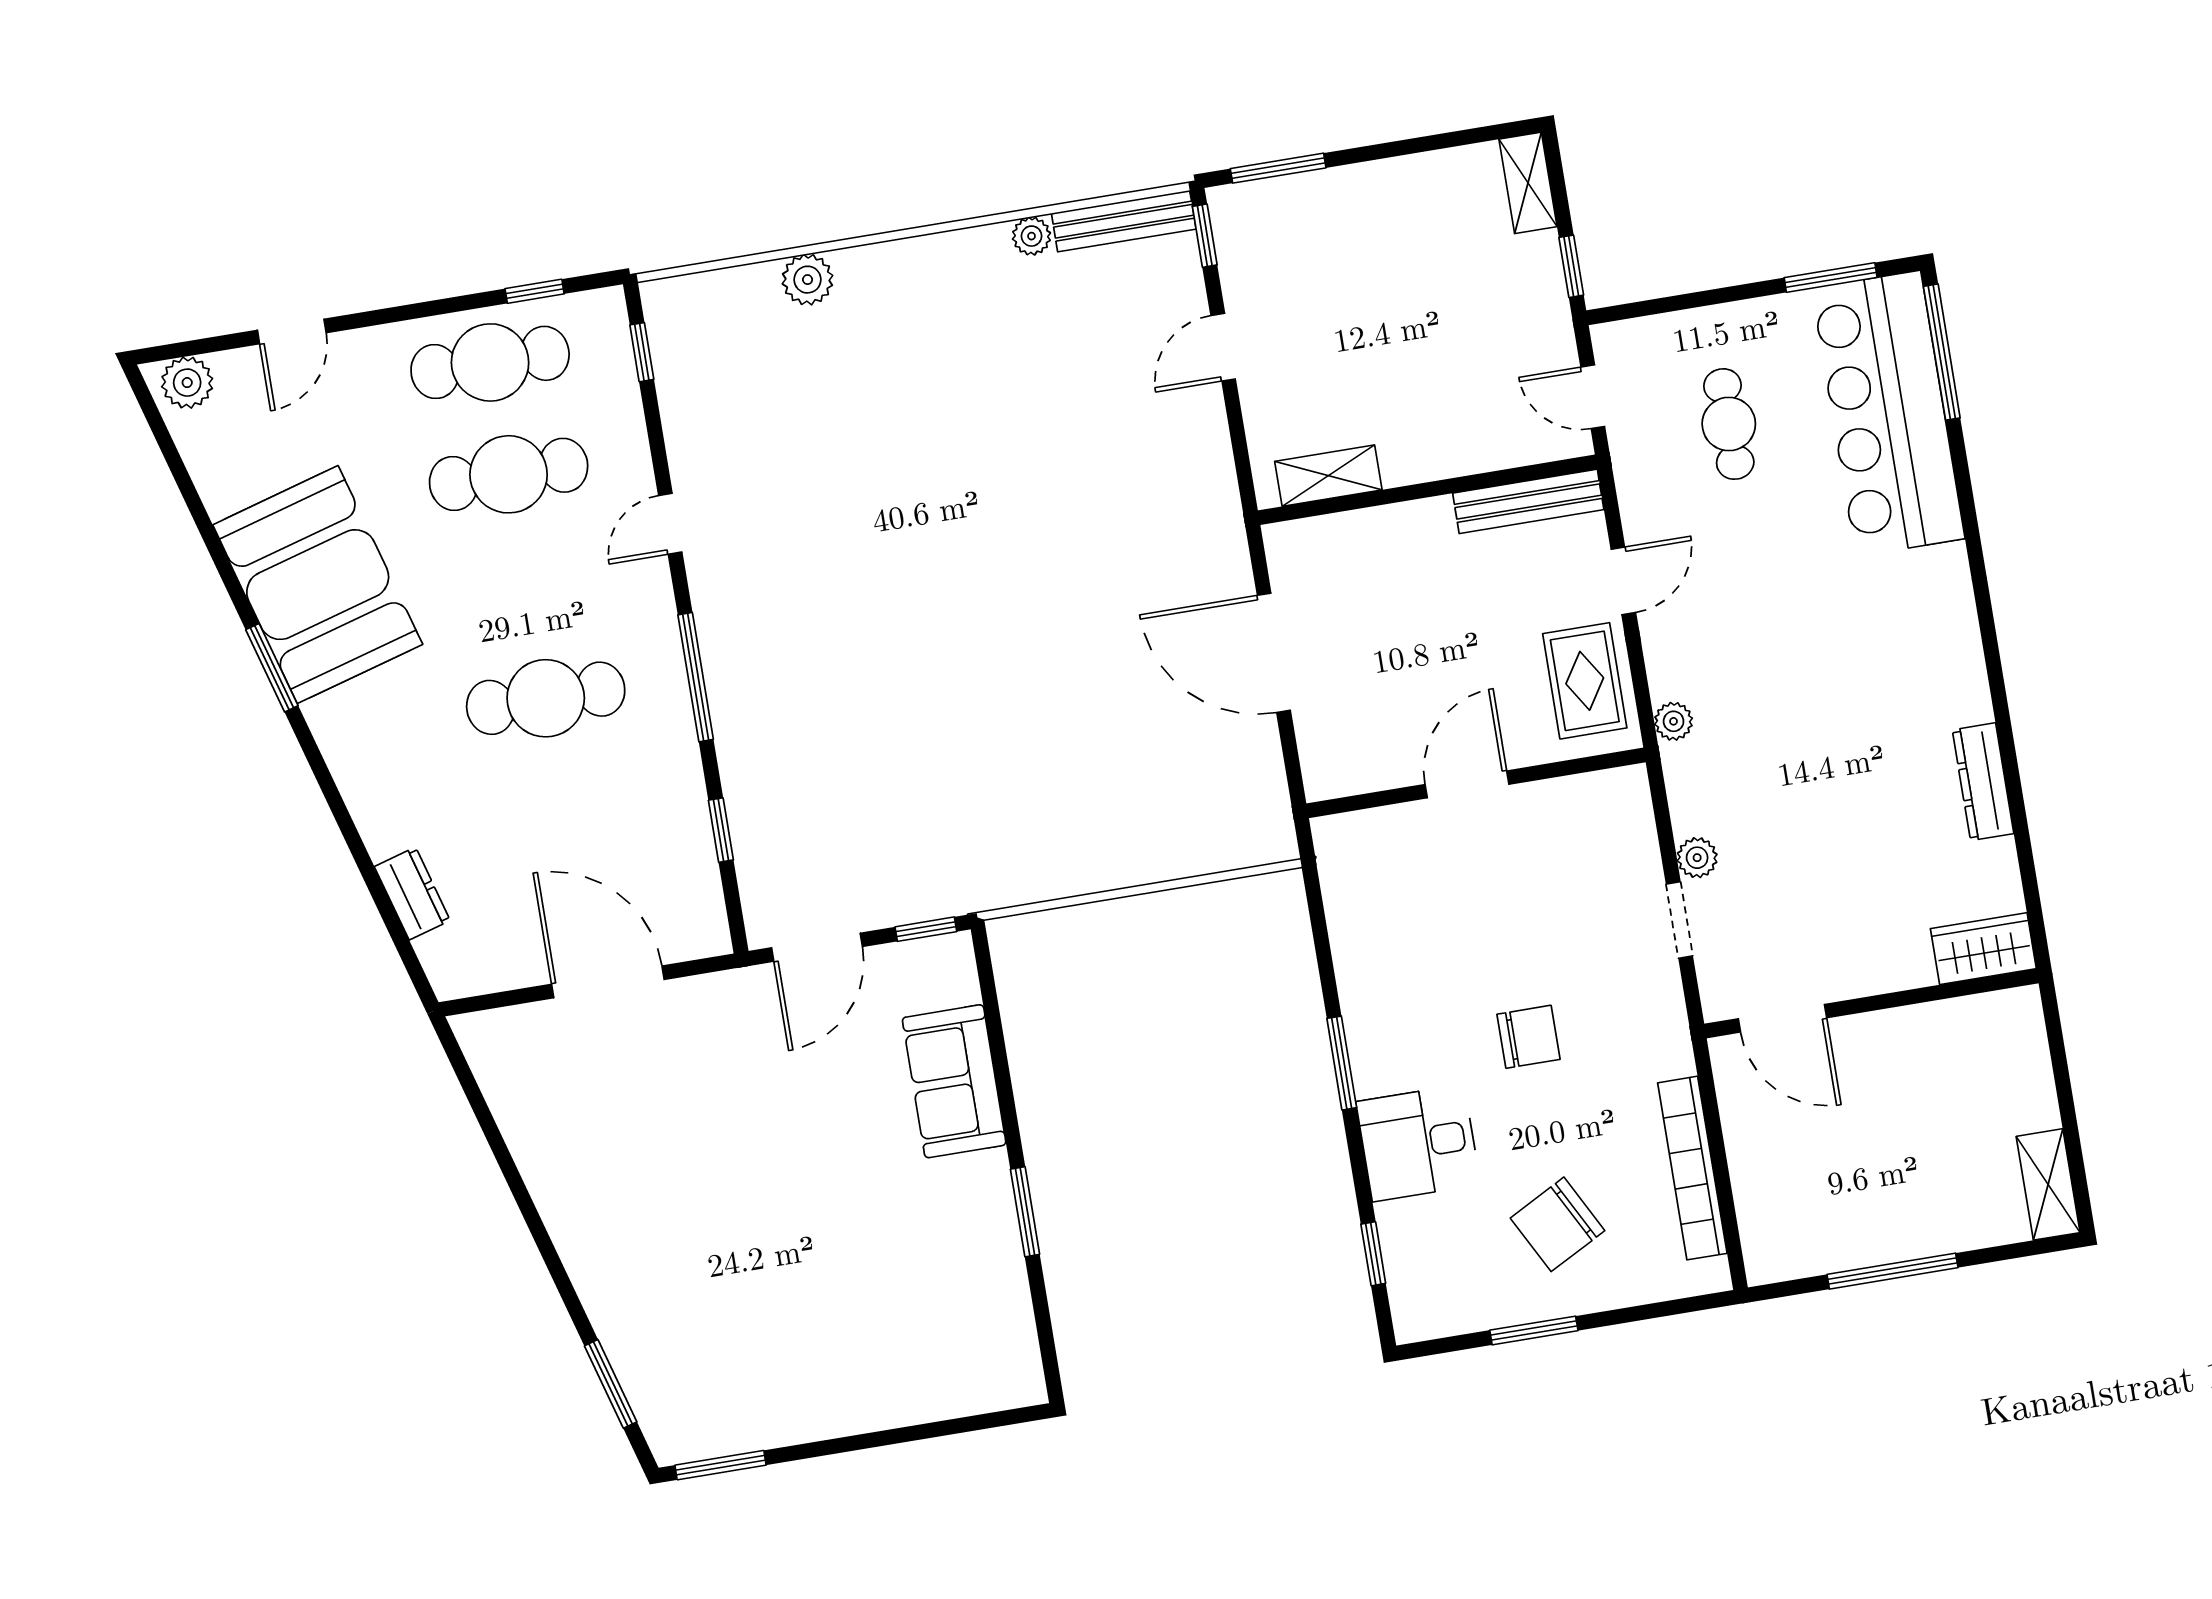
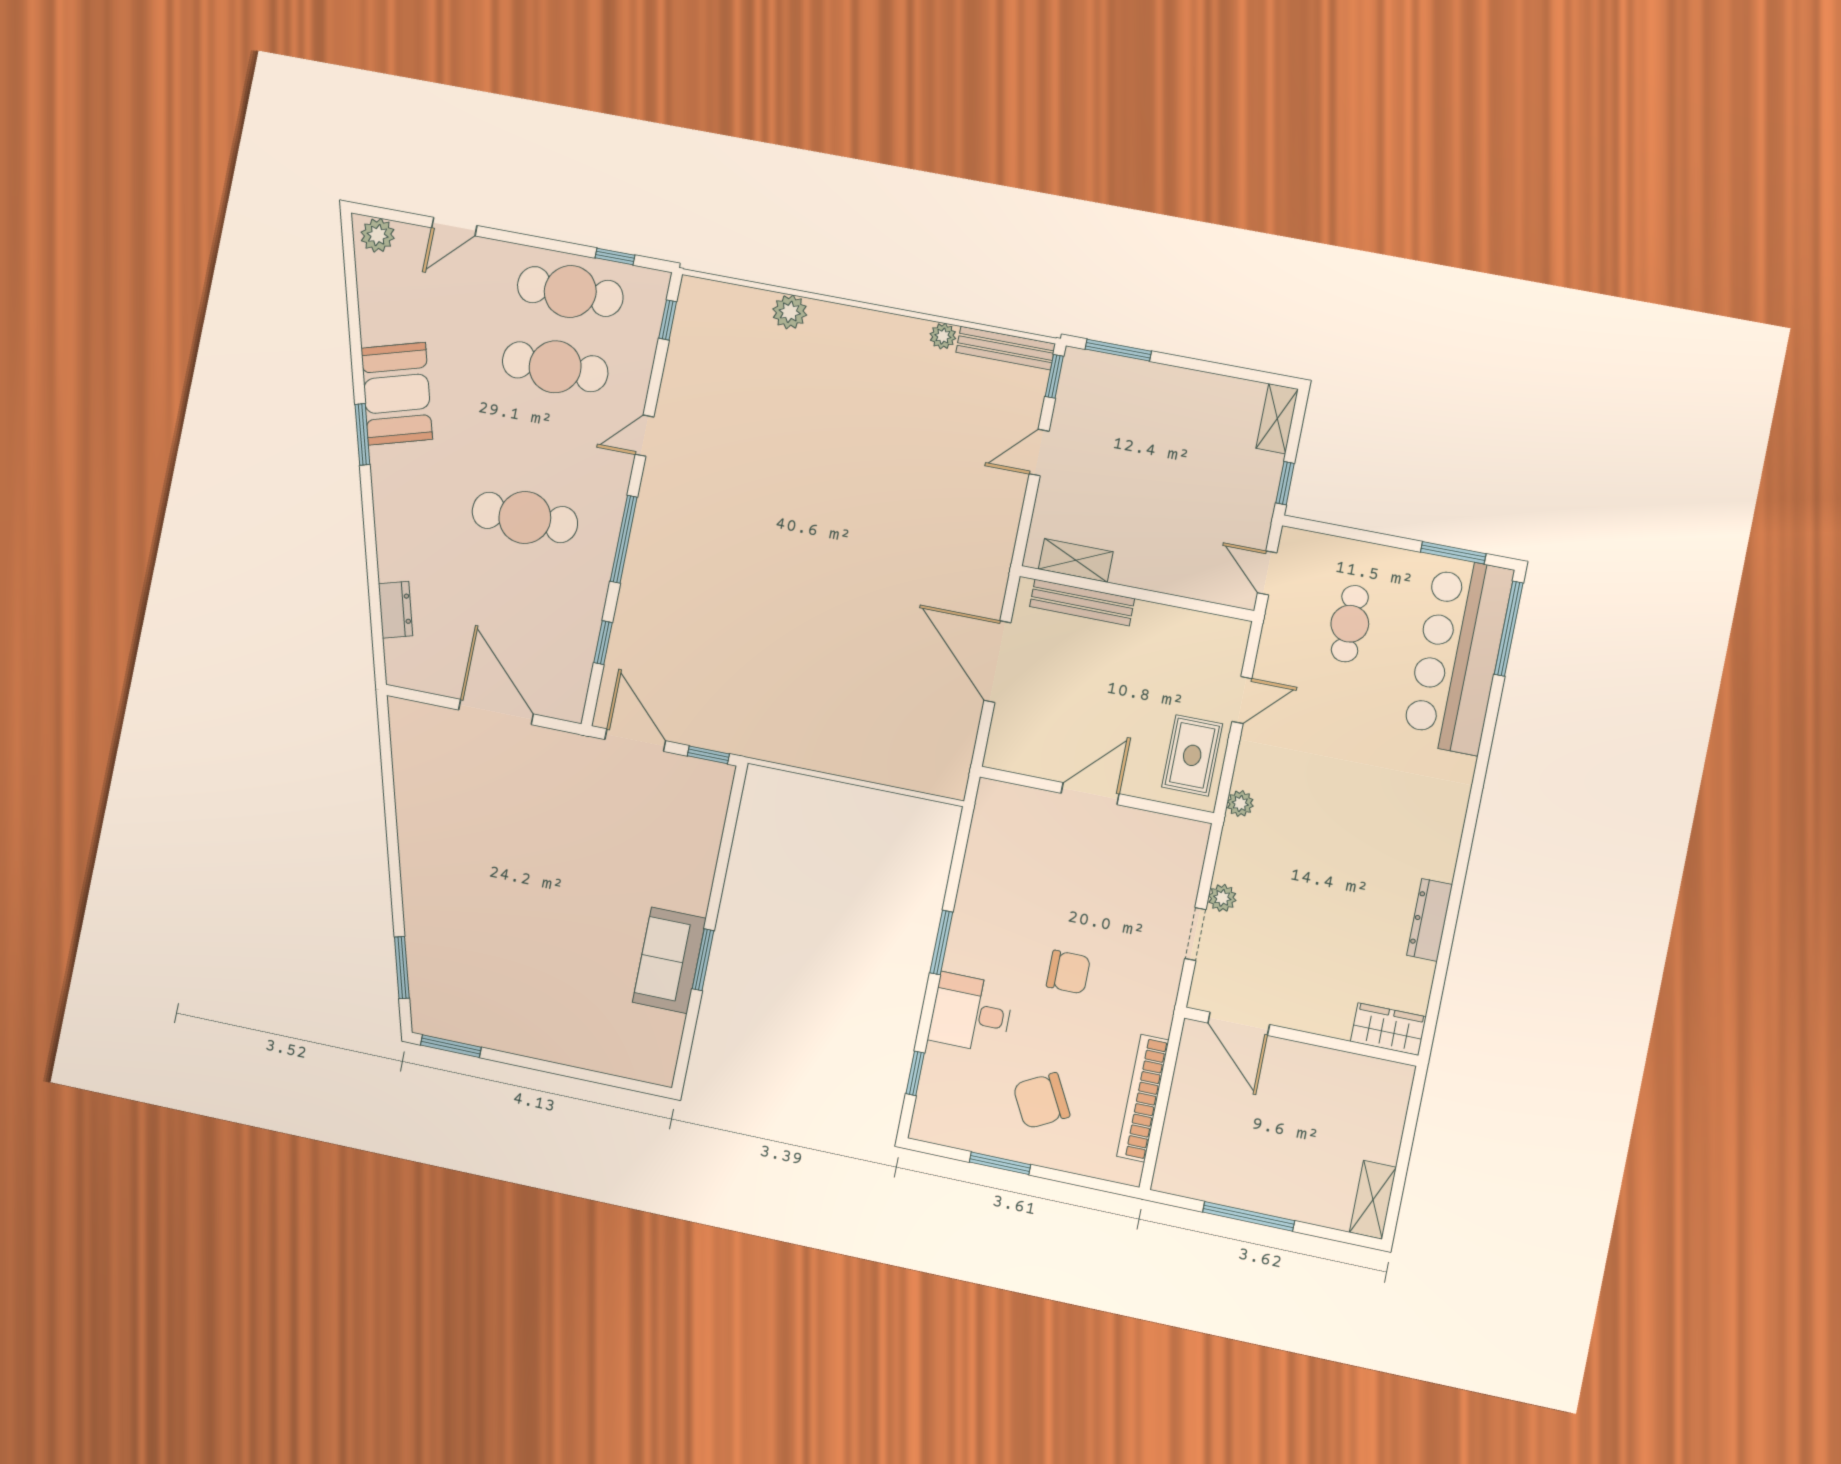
bench: (1528, 501) -> (1082, 603), moved
booth: (318, 585) -> (397, 394), width x0.73, depth x0.70
door: (817, 947) -> (635, 740), swing flipped
sofa: (954, 1081) -> (669, 960), moved

